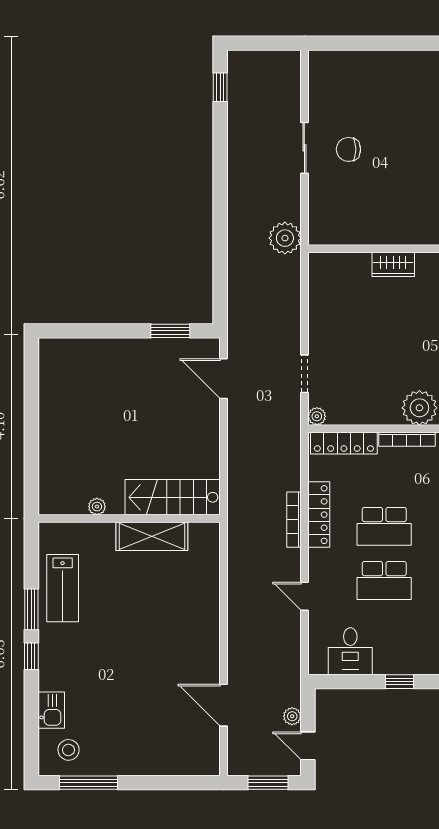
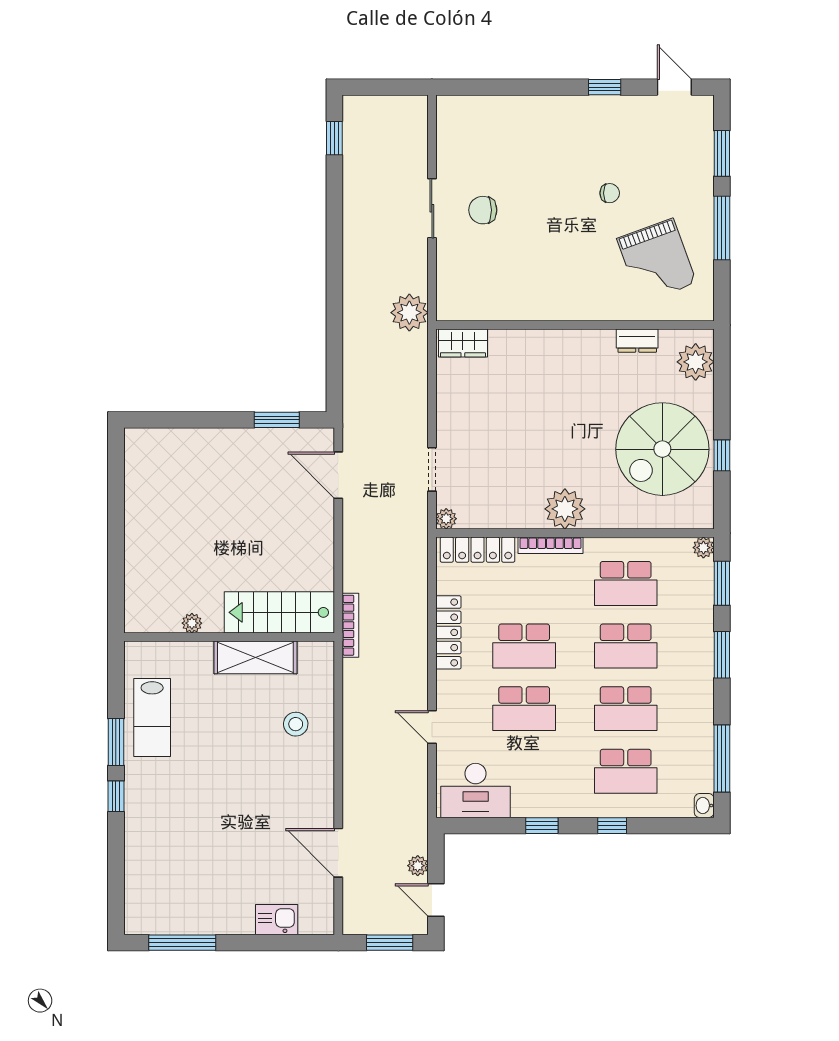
wardrobe: (393, 264) -> (463, 343), moved
bookcase: (294, 520) -> (350, 625), moved, turned 180
desk: (350, 651) -> (476, 790), width x1.37
kitchen sink: (51, 710) -> (277, 920), moved, turned -90
stool: (69, 750) -> (296, 724), moved

